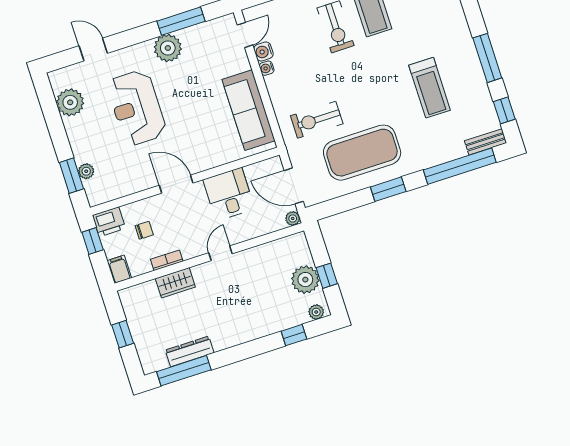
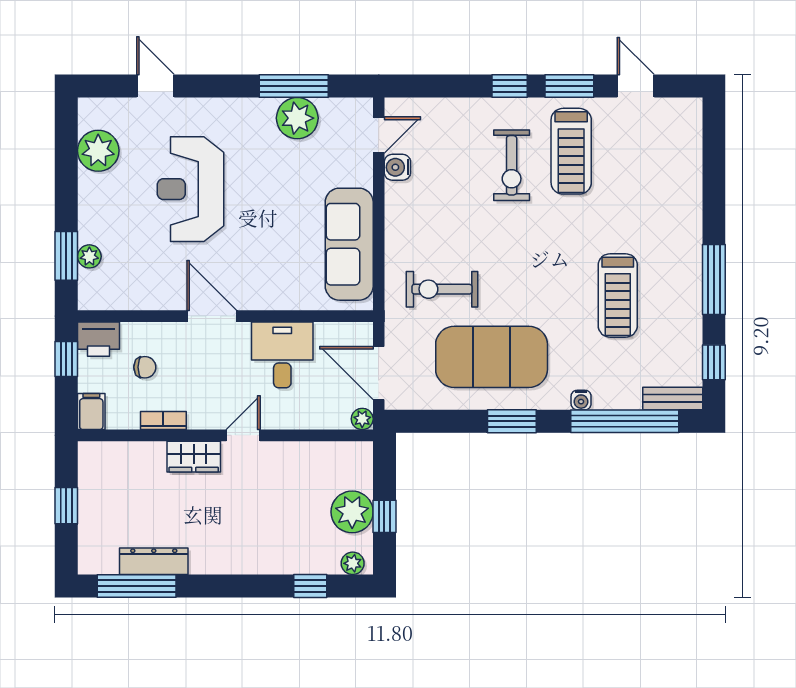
plant: (168, 48) -> (297, 118), moved
water cooler: (267, 68) -> (581, 400), moved, turned -90
wardrobe: (175, 283) -> (194, 457), moved

